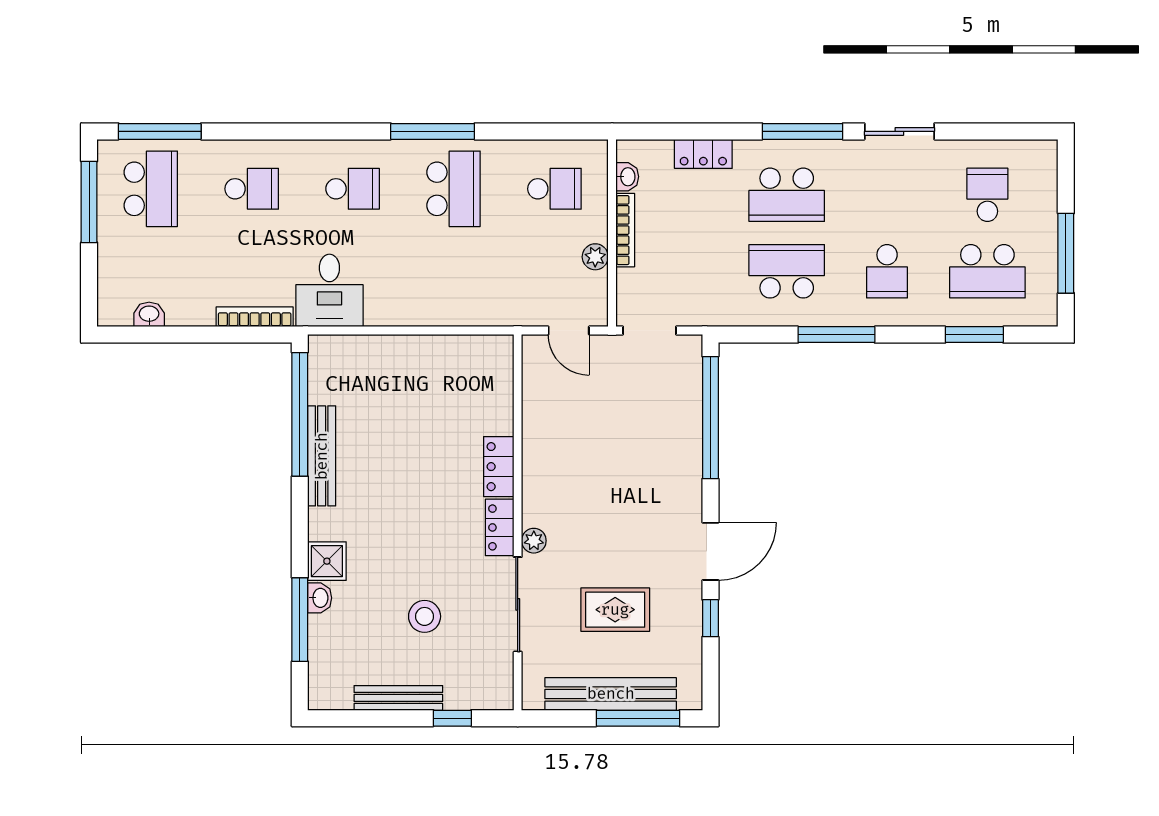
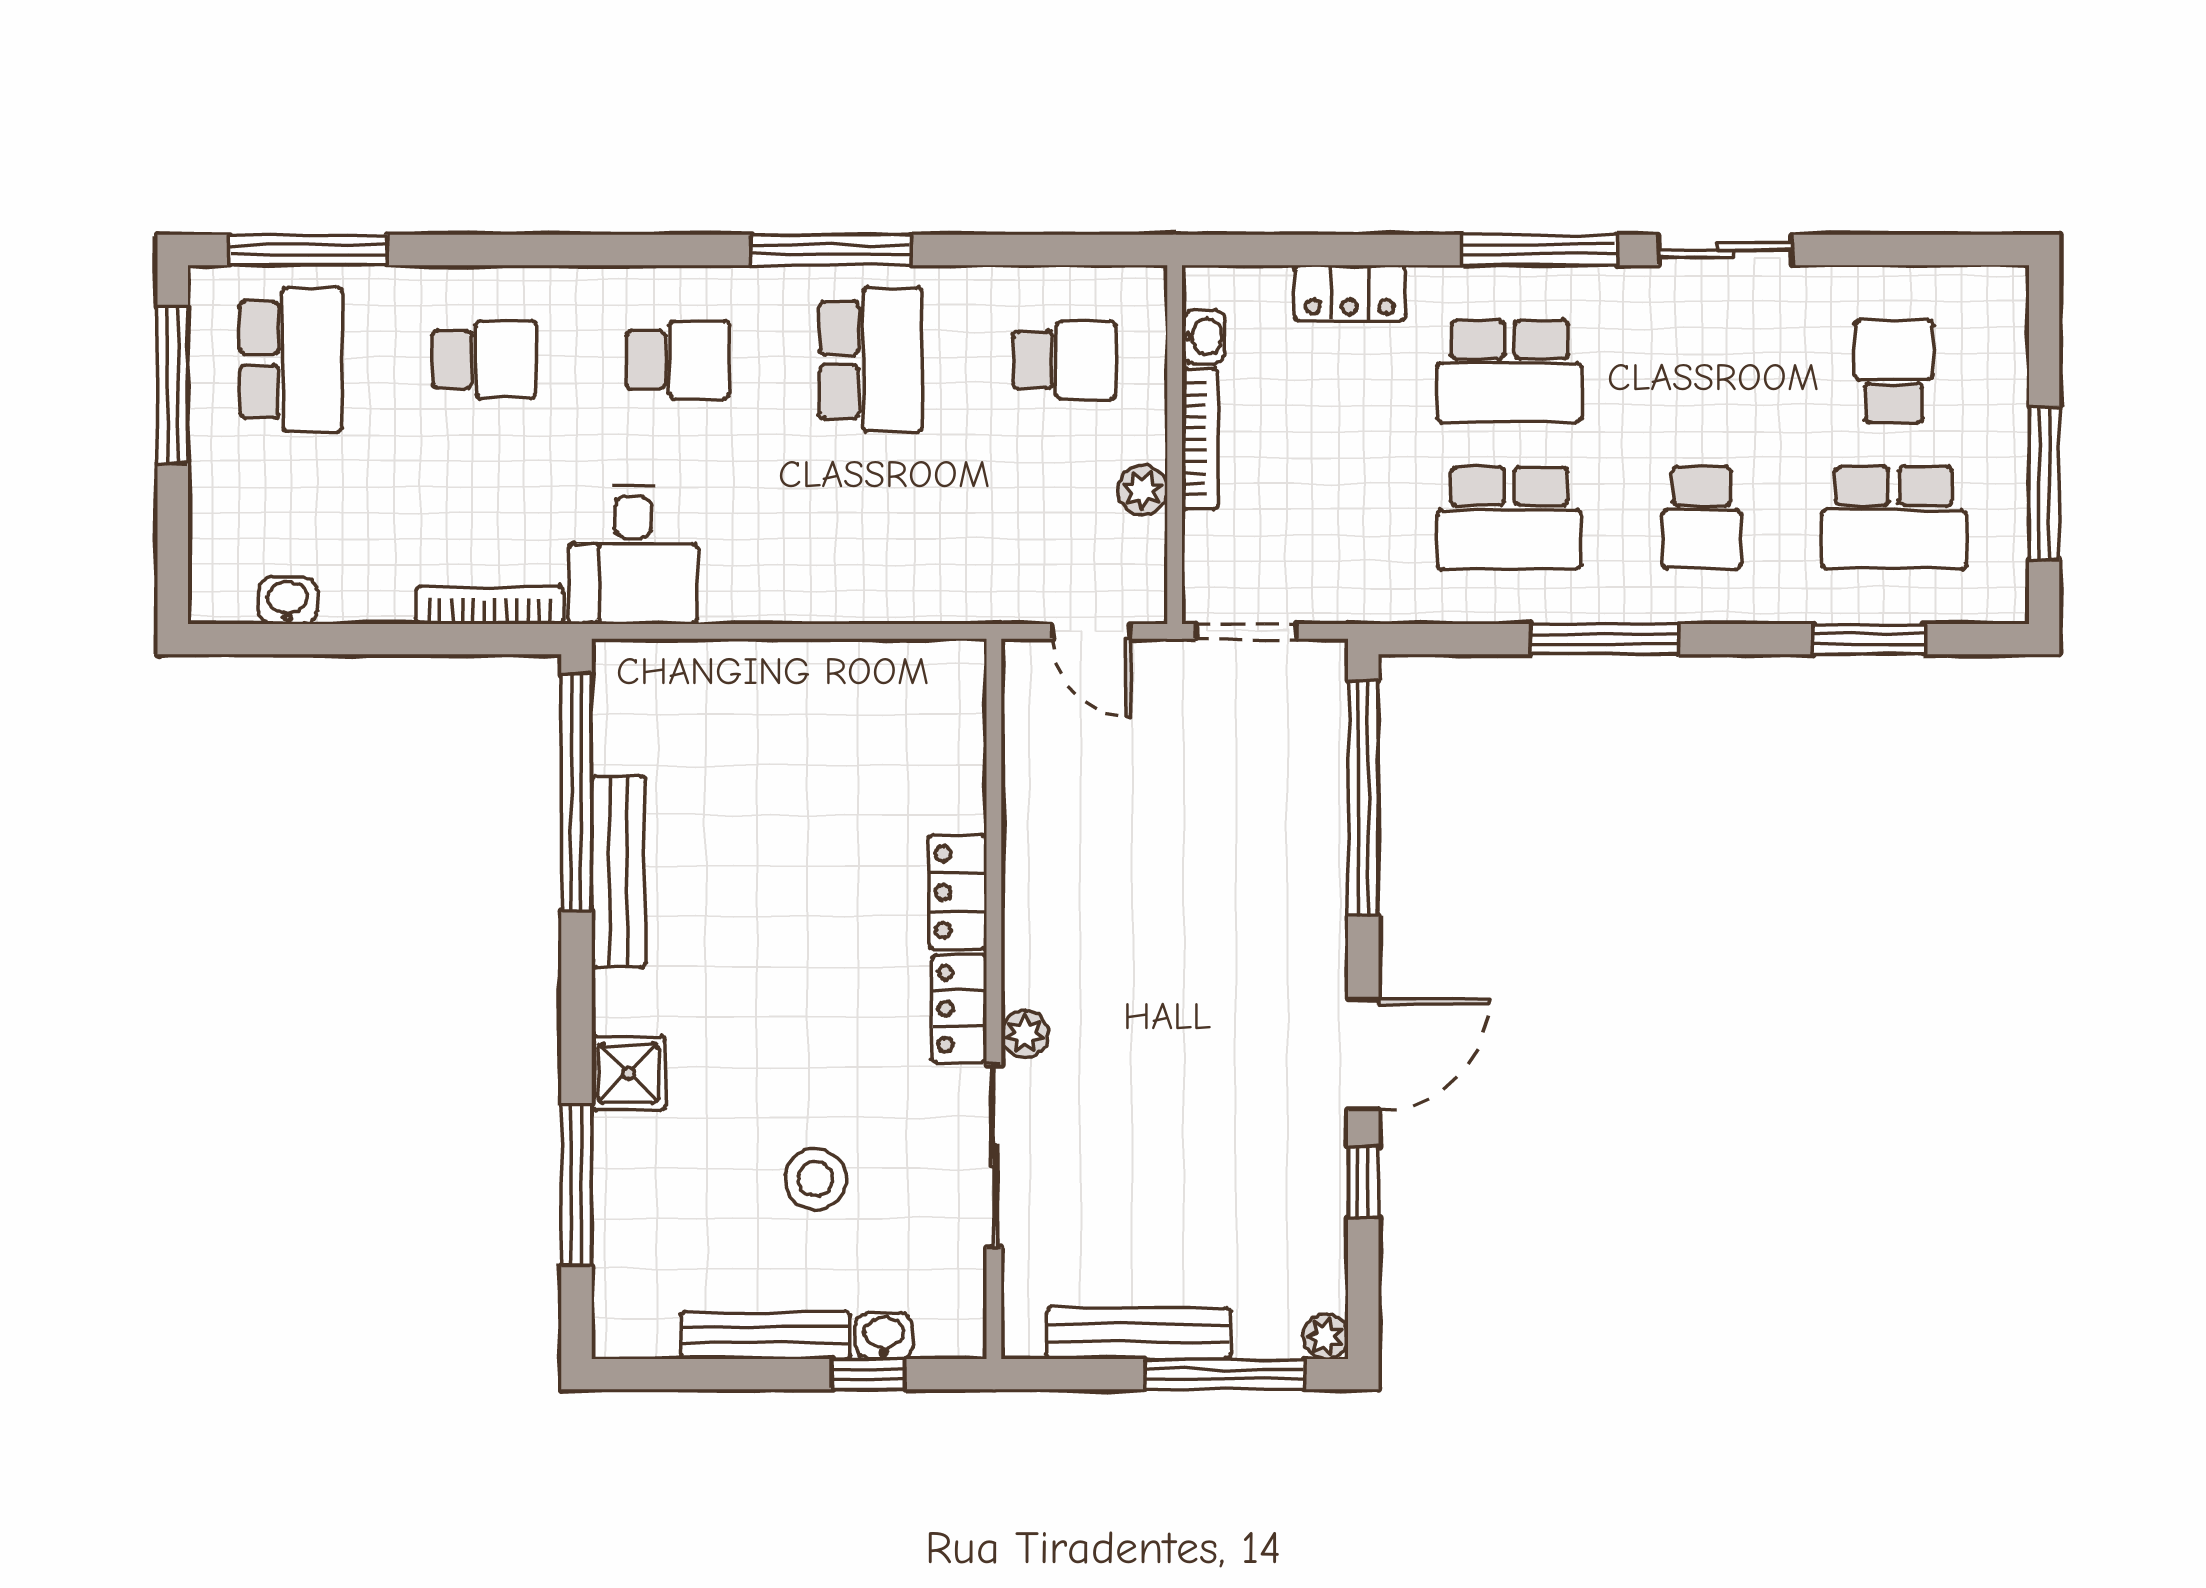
school desk: (787, 271) -> (1509, 518), turned 180
washbasin: (320, 598) -> (884, 1336), moved, turned -90
rug: (615, 610) -> (1181, 1166), removed
bench: (611, 694) -> (1138, 1333), width x0.73, depth x0.82
plant: (691, 699) -> (1326, 1336), added

